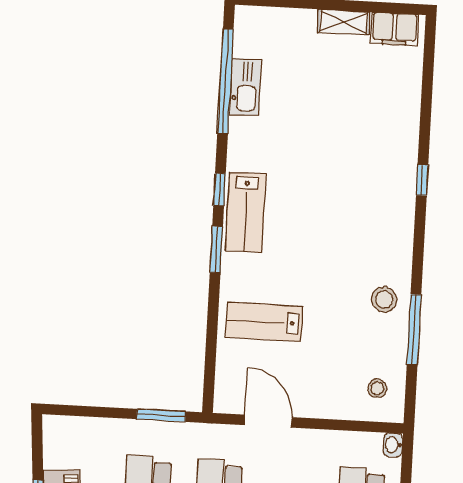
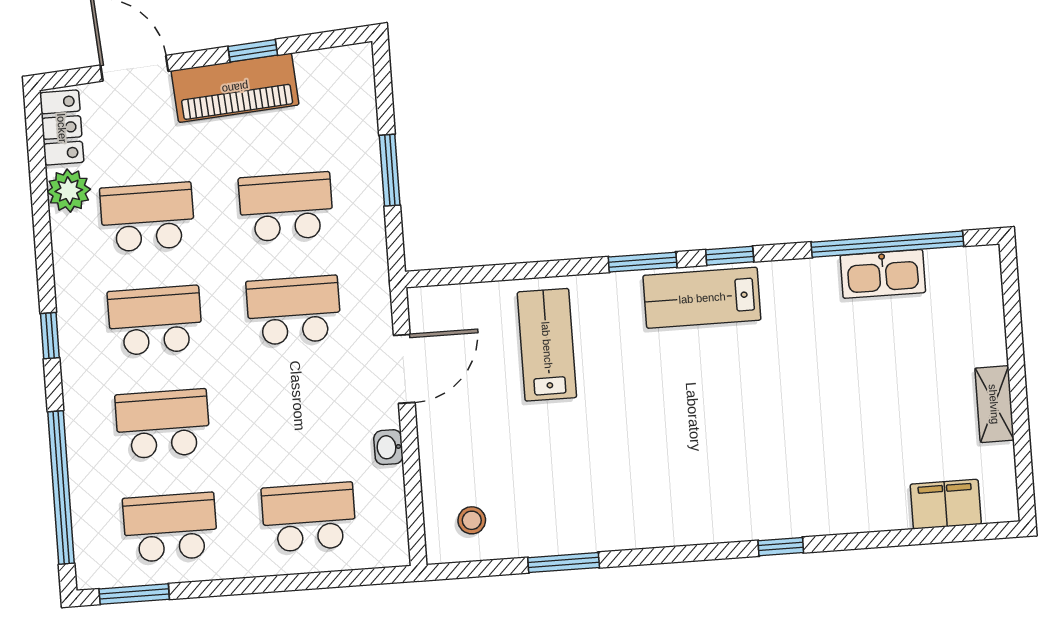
filing cabinet: (395, 29) -> (946, 504), moved, turned 90
stool: (384, 300) -> (601, 514), removed
window: (414, 329) -> (564, 563), width x0.69
window: (161, 415) -> (390, 170), moved
washbasin: (393, 445) -> (388, 447), moved, turned -90

